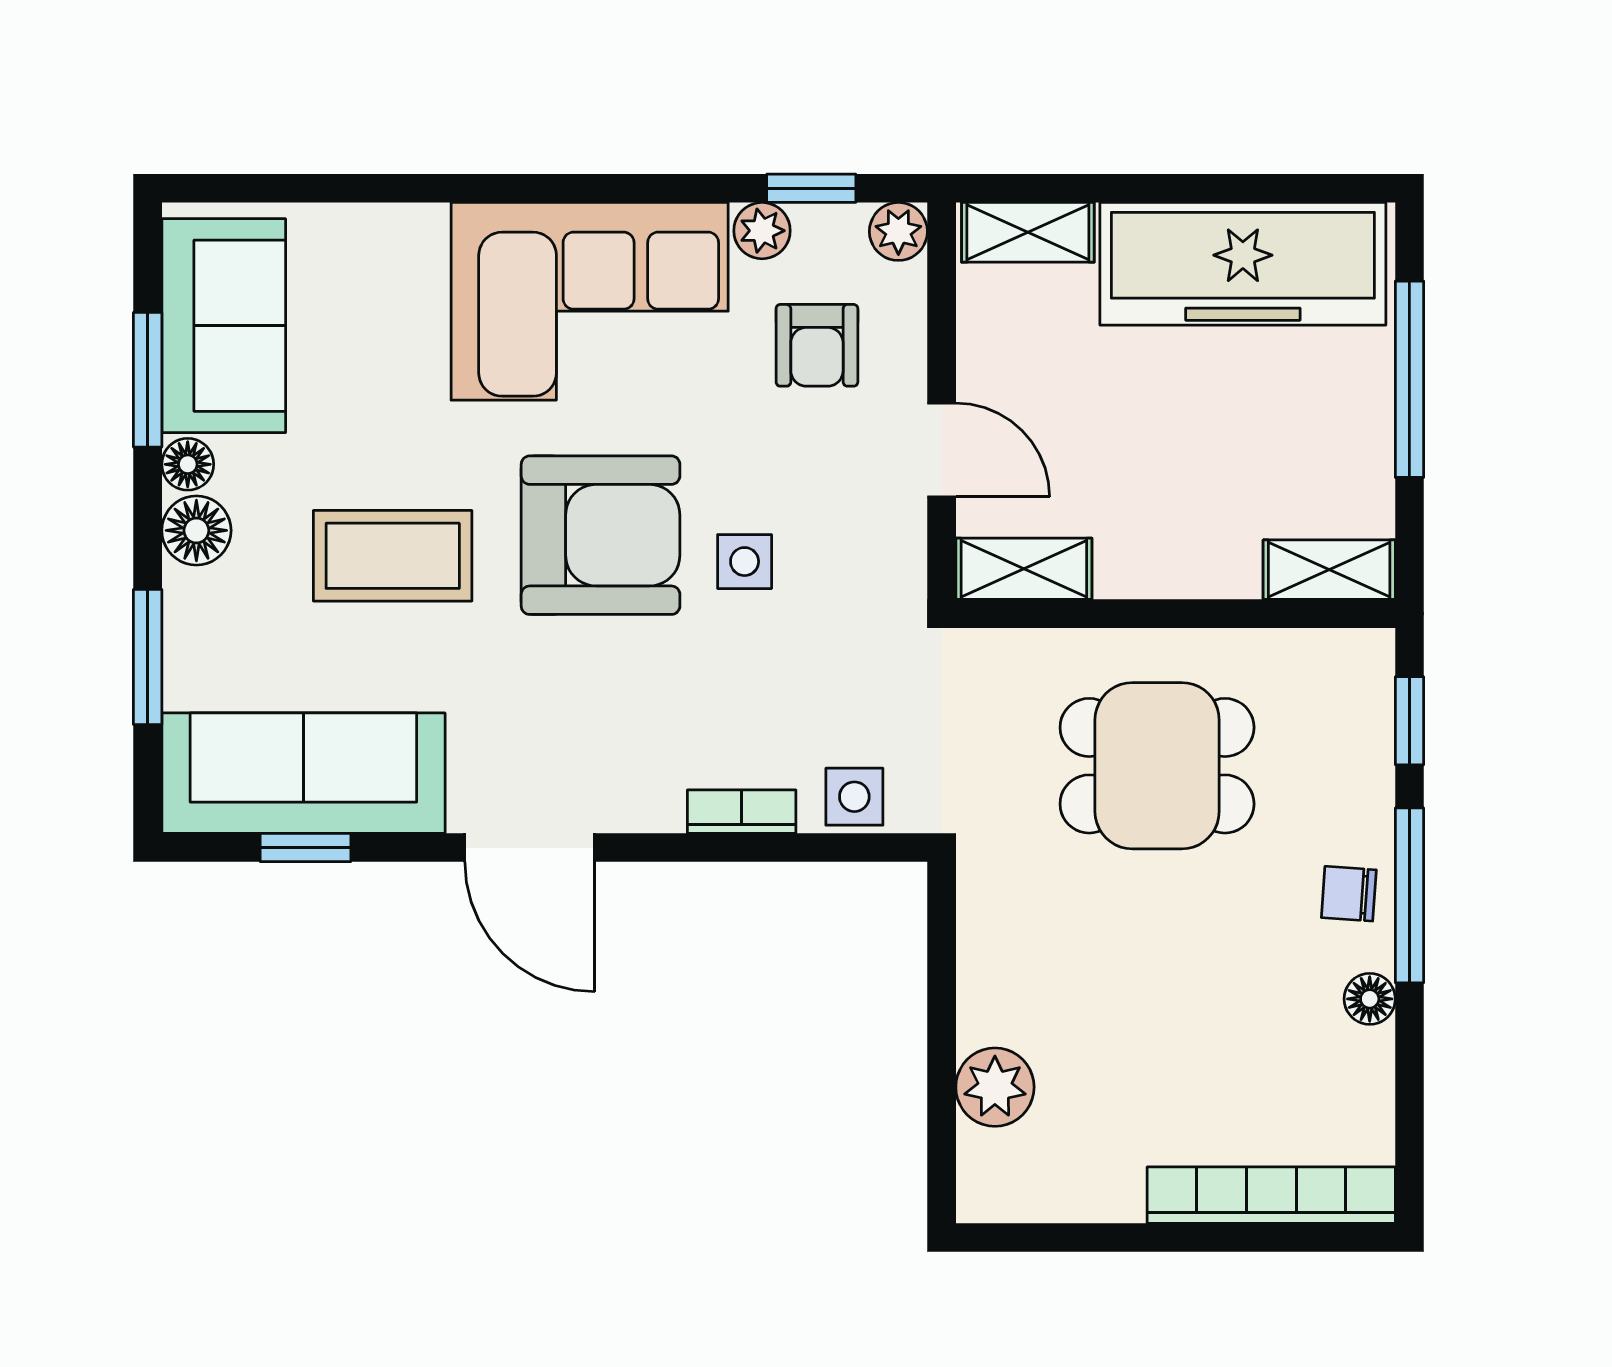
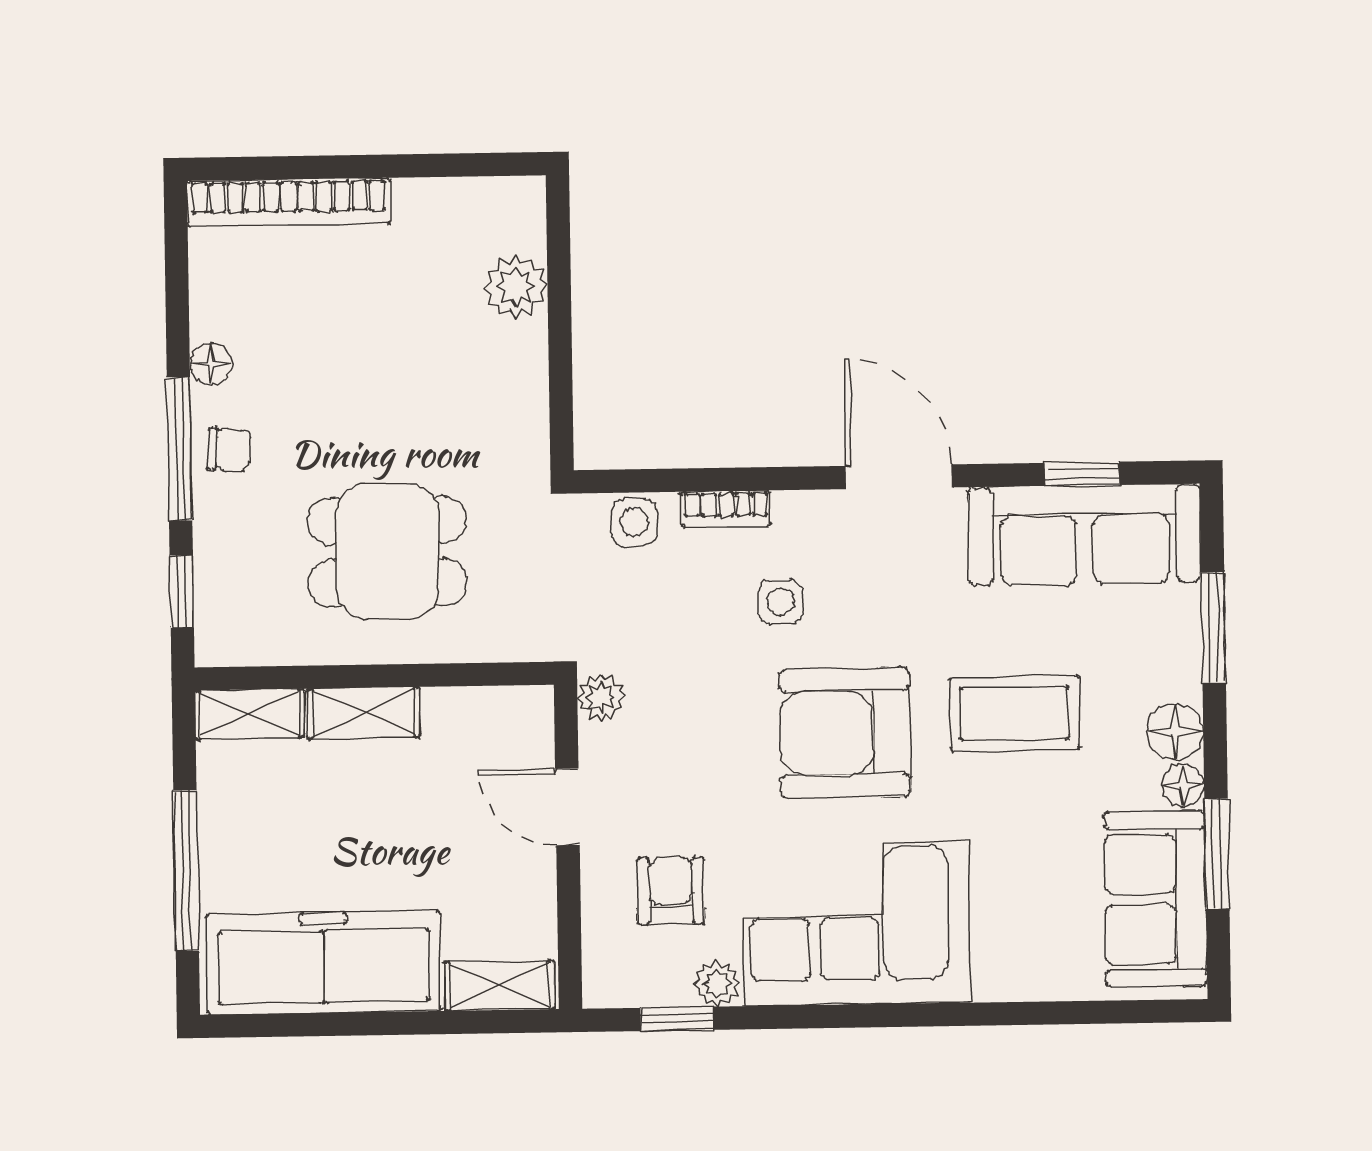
plant: (898, 231) -> (601, 697), moved
side table: (745, 562) -> (780, 602), moved
shelving: (1024, 569) -> (363, 713), moved

